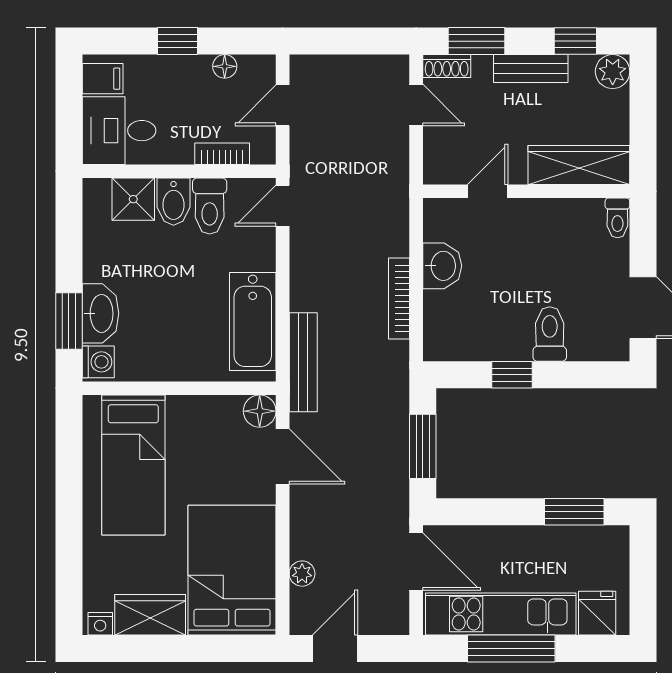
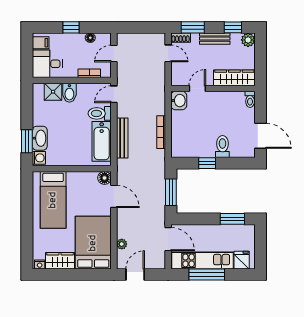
toilet: (210, 206) -> (100, 113), moved, turned 90
washbasin: (442, 266) -> (179, 101), moved
bench: (303, 362) -> (122, 138), moved

